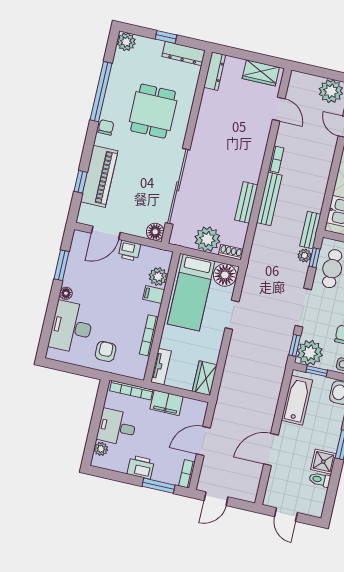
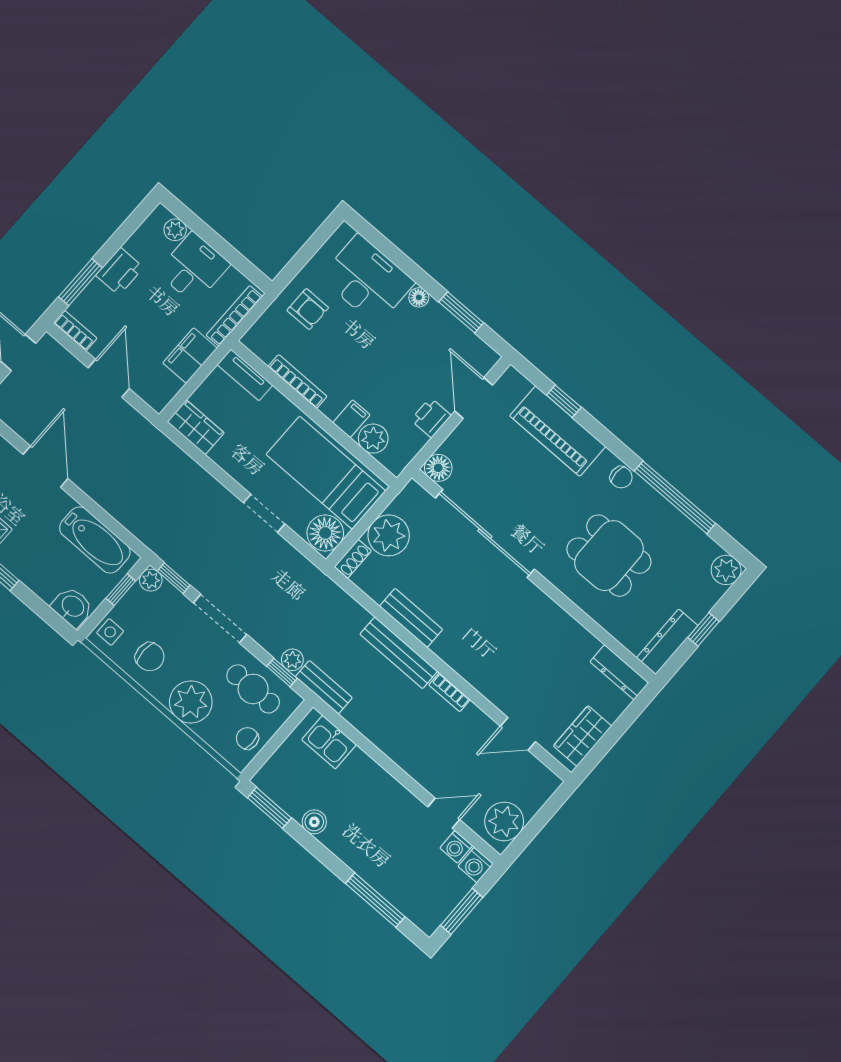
plant: (310, 353) -> (151, 580), width x0.53, depth x0.53

